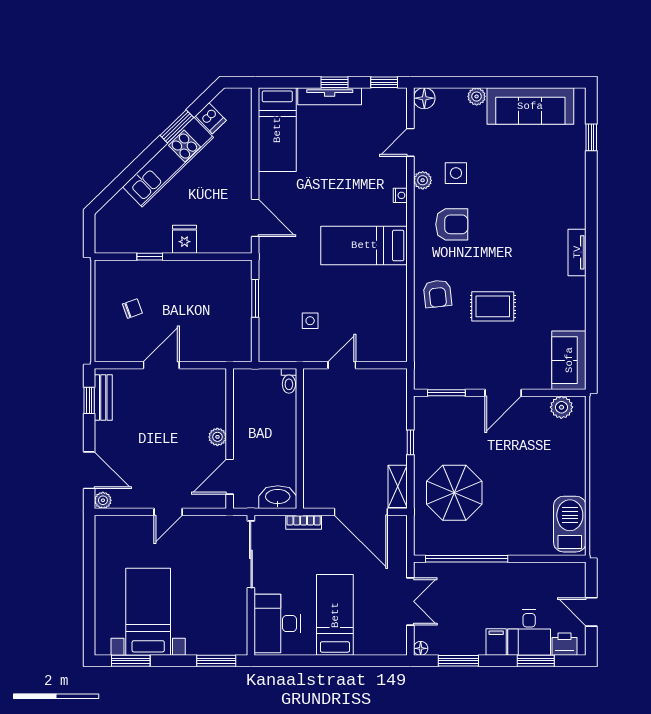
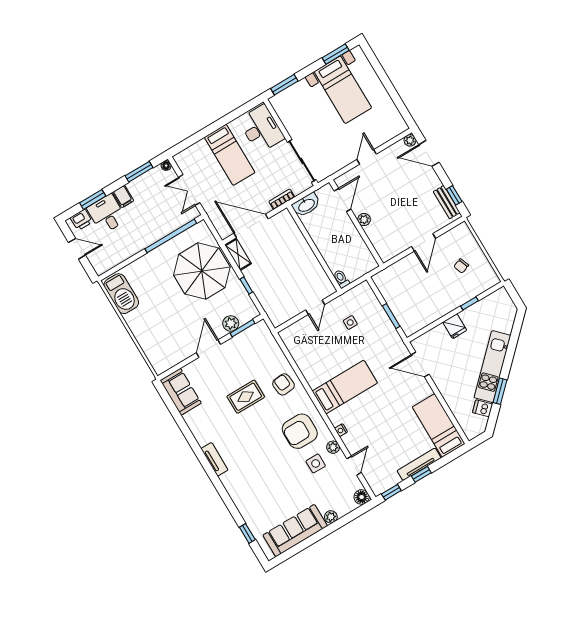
armchair: (452, 224) -> (300, 431), width x1.36, depth x1.36
plant: (561, 407) -> (231, 323), moved
parasol: (454, 493) -> (202, 271), width x1.36, depth x1.36

